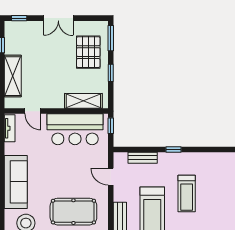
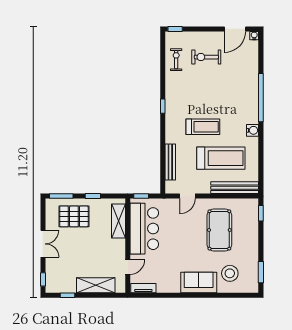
window: (174, 150) -> (163, 106), moved
bench: (143, 158) -> (170, 162), width x1.36
sofa: (16, 182) -> (199, 283), width x0.73

